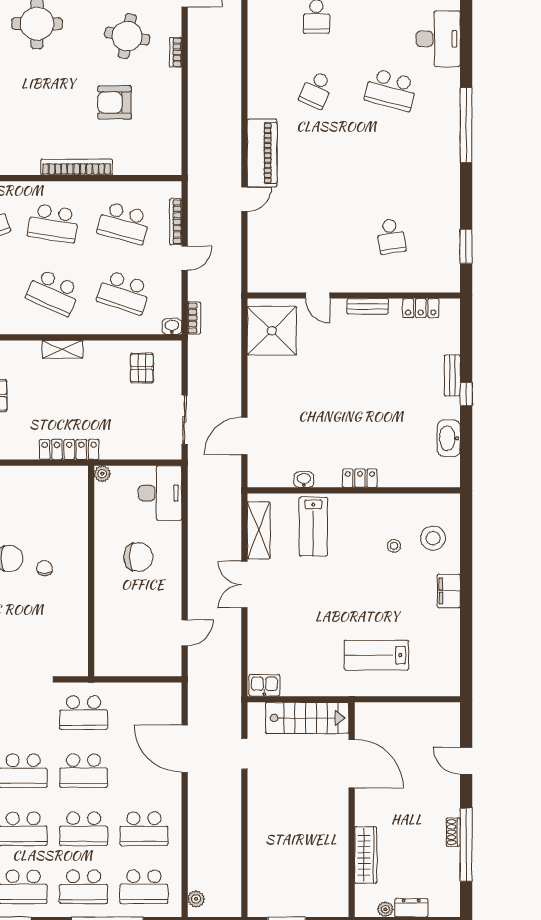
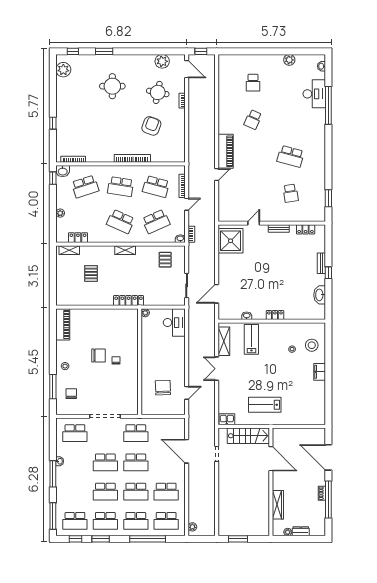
school desk: (391, 90) -> (291, 156), moved
armchair: (115, 102) -> (151, 126), turned 111
window: (466, 125) -> (328, 105), moved
school desk: (124, 292) -> (156, 221), turned -42
door: (318, 296) -> (254, 223), swing flipped
lab bench: (313, 527) -> (251, 339), turned 180
chair: (138, 557) -> (163, 388), moved, turned -92
lab bench: (376, 655) -> (265, 405), moved
door: (466, 761) -> (328, 457), width x1.87

